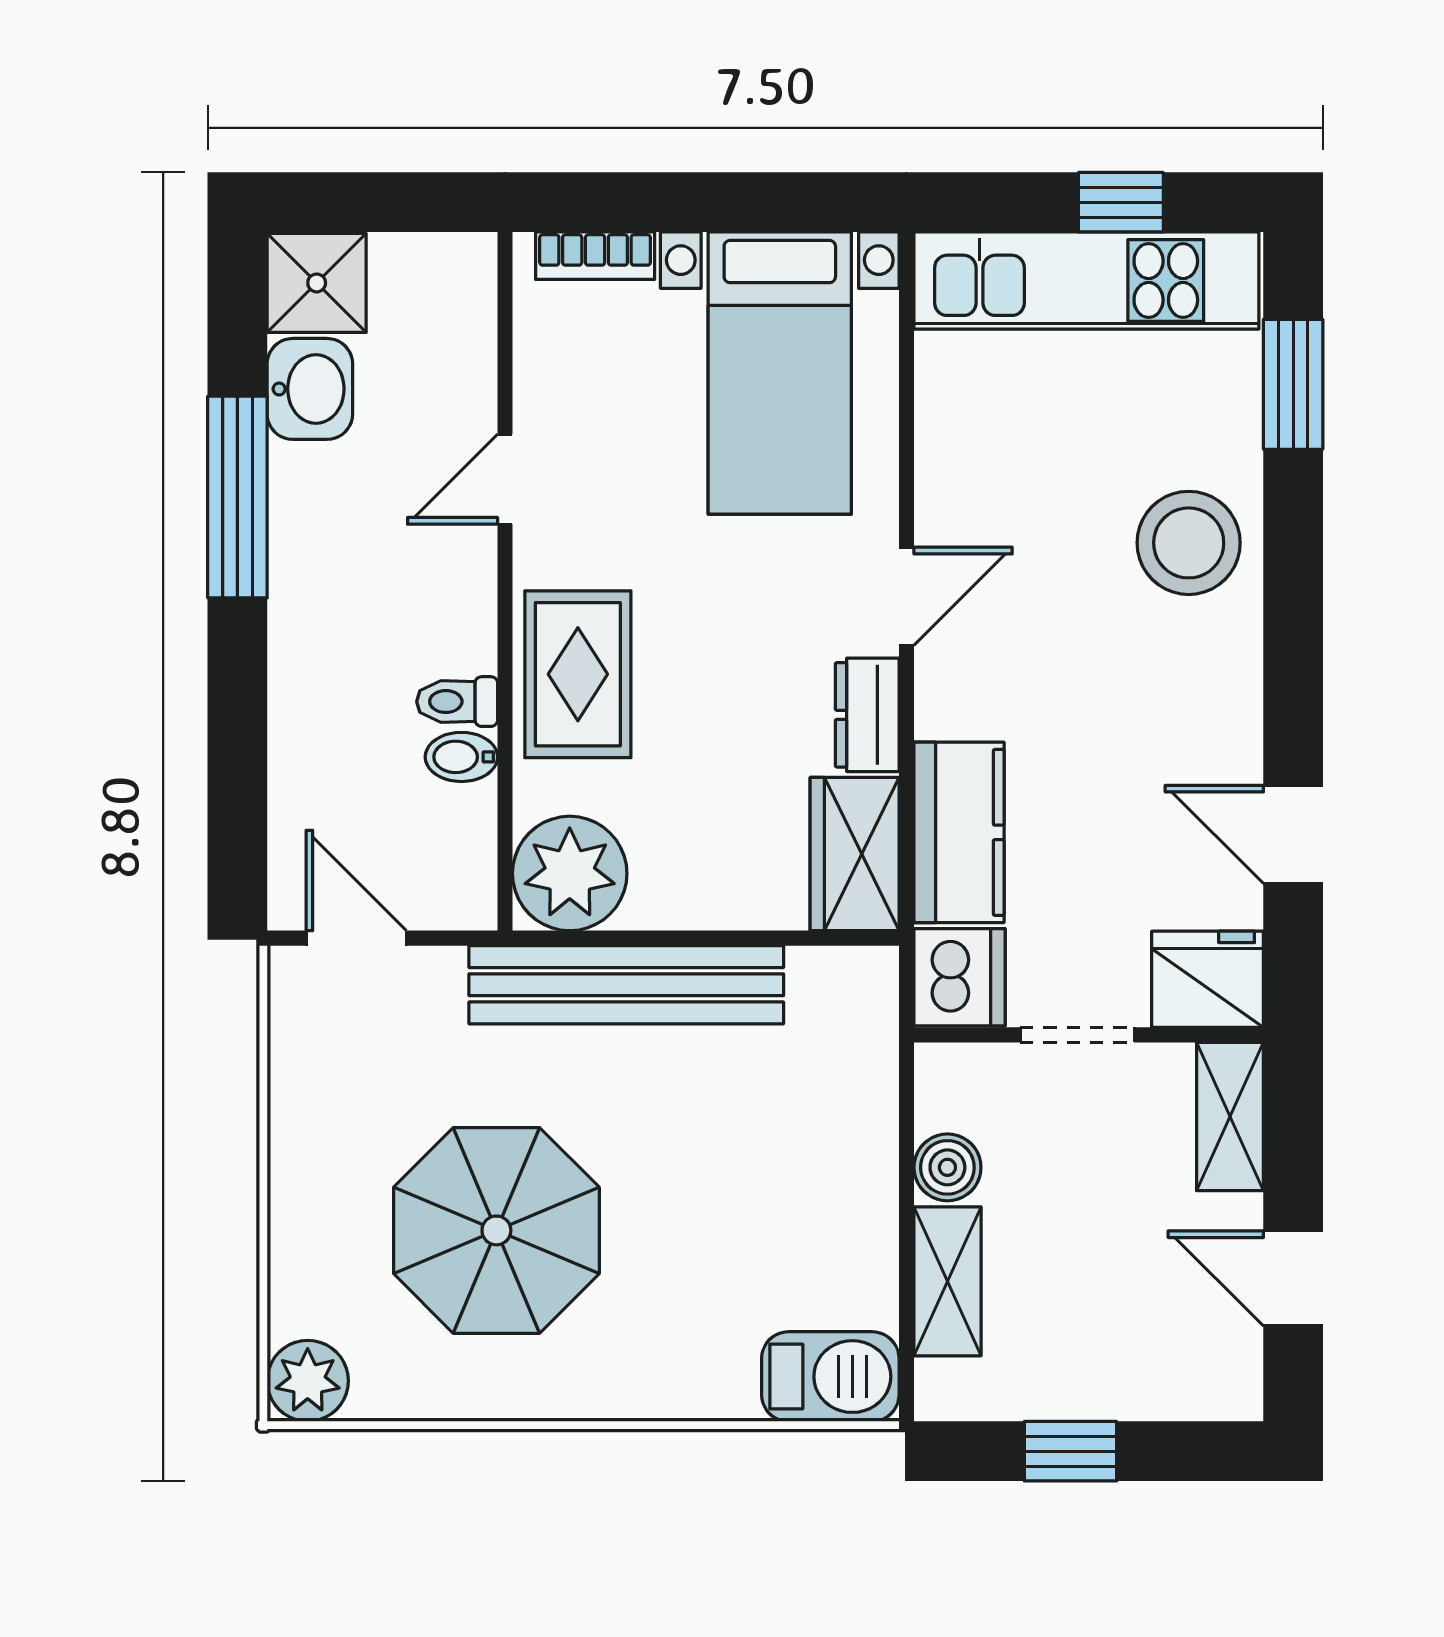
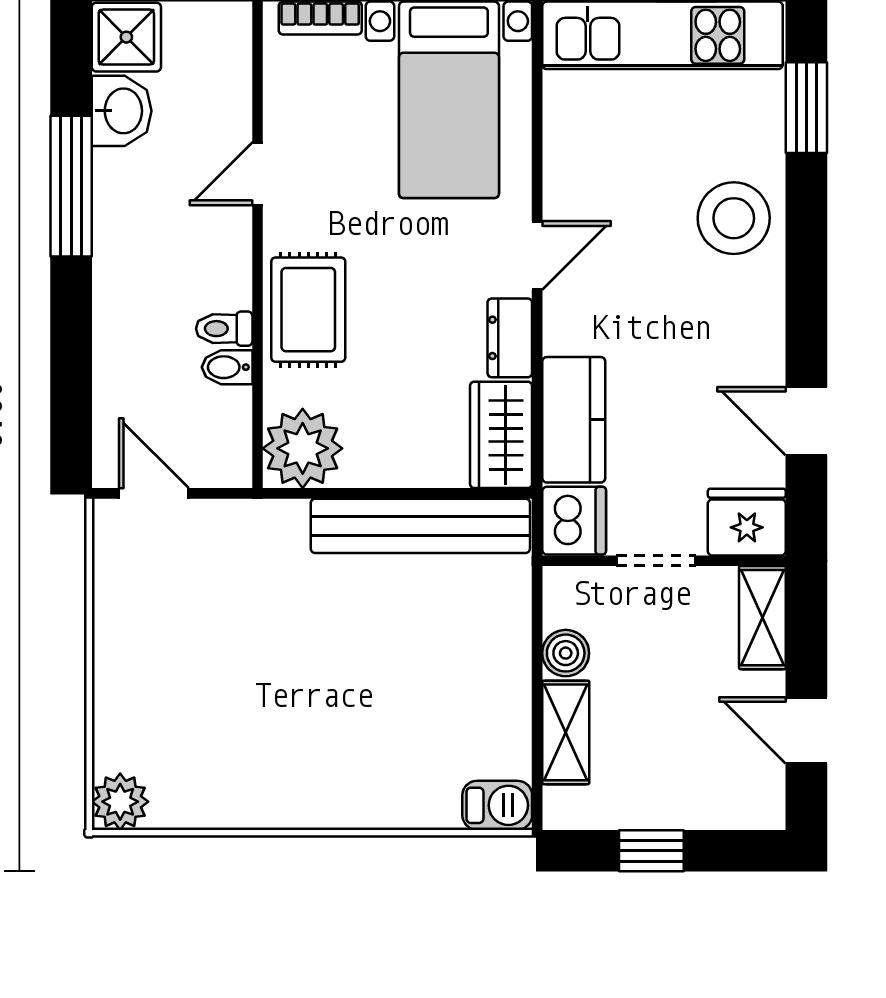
bench: (626, 985) -> (420, 526), moved
parasol: (496, 1230) -> (252, 697), removed
barbecue: (830, 1377) -> (497, 805), width x0.73, depth x0.79

